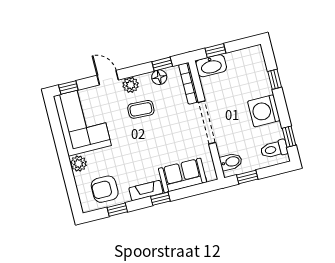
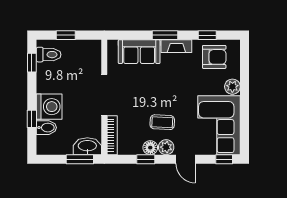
window: (215, 51) -> (80, 159), width x1.50
window: (162, 64) -> (146, 159), moved
floor lamp: (159, 77) -> (150, 148), moved
washing machine: (264, 111) -> (49, 107), moved
bidet: (231, 162) -> (46, 128), moved, turned 180
window: (247, 177) -> (66, 35), moved
window: (160, 199) -> (165, 35), width x1.50

